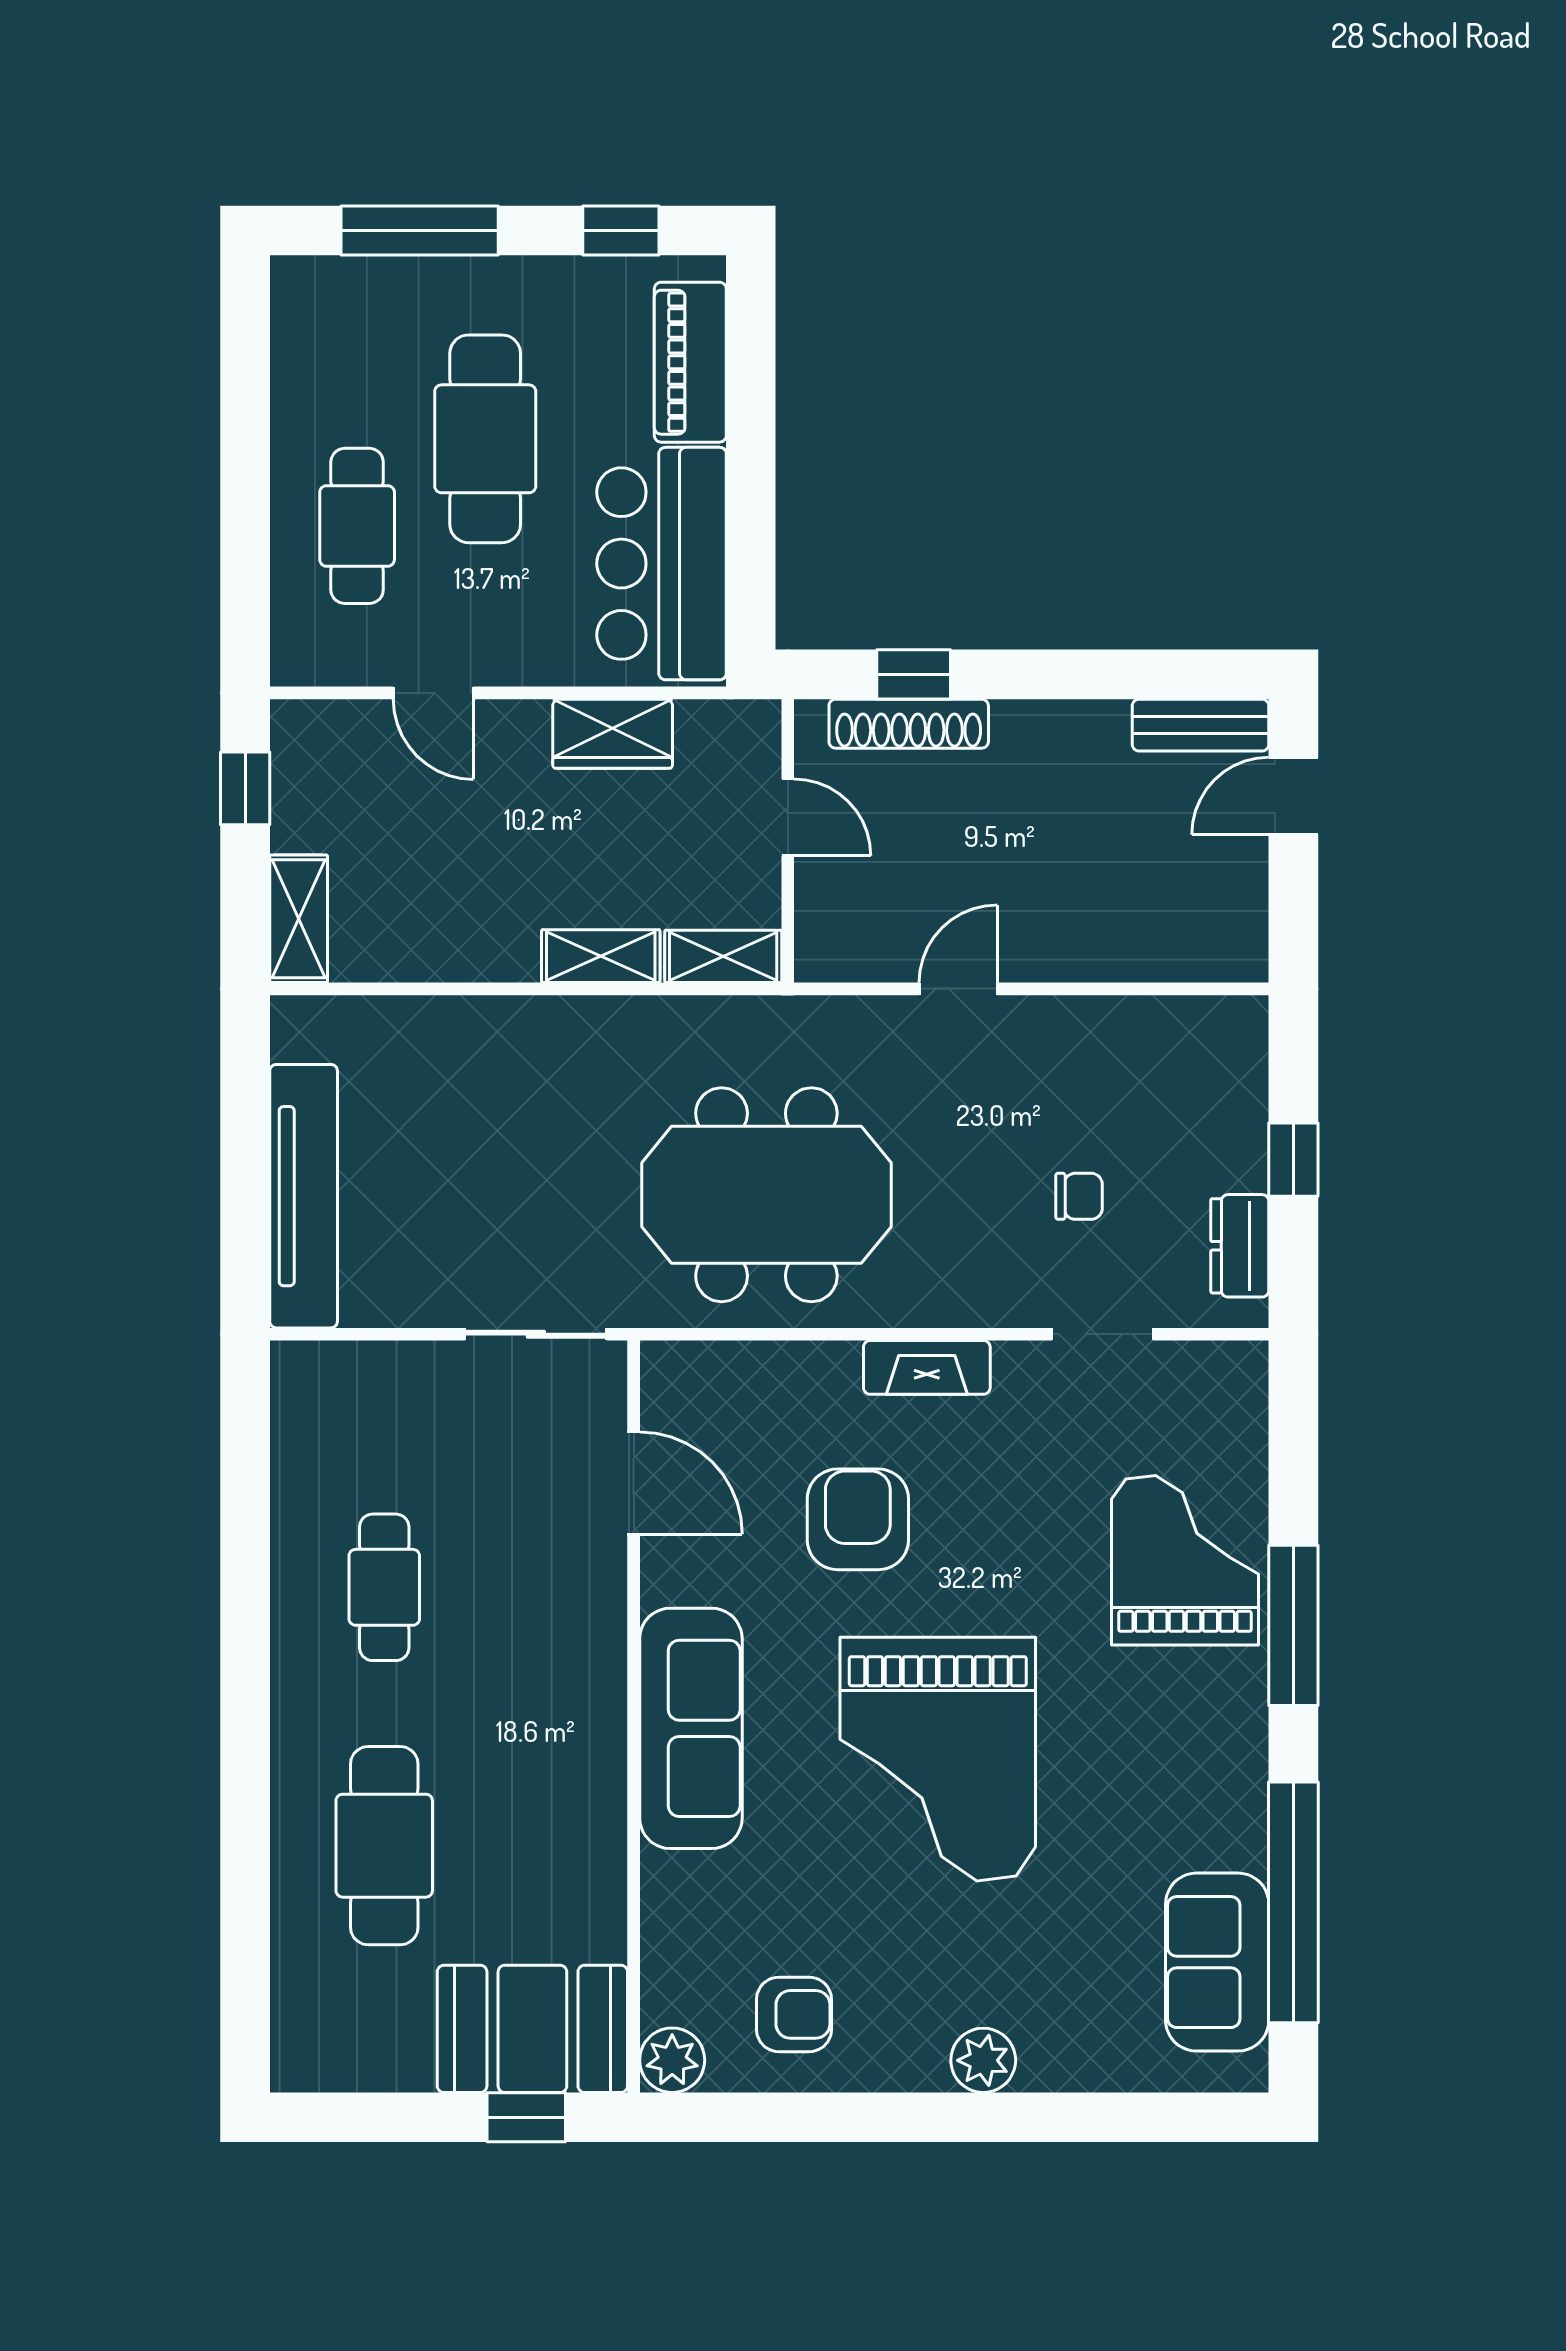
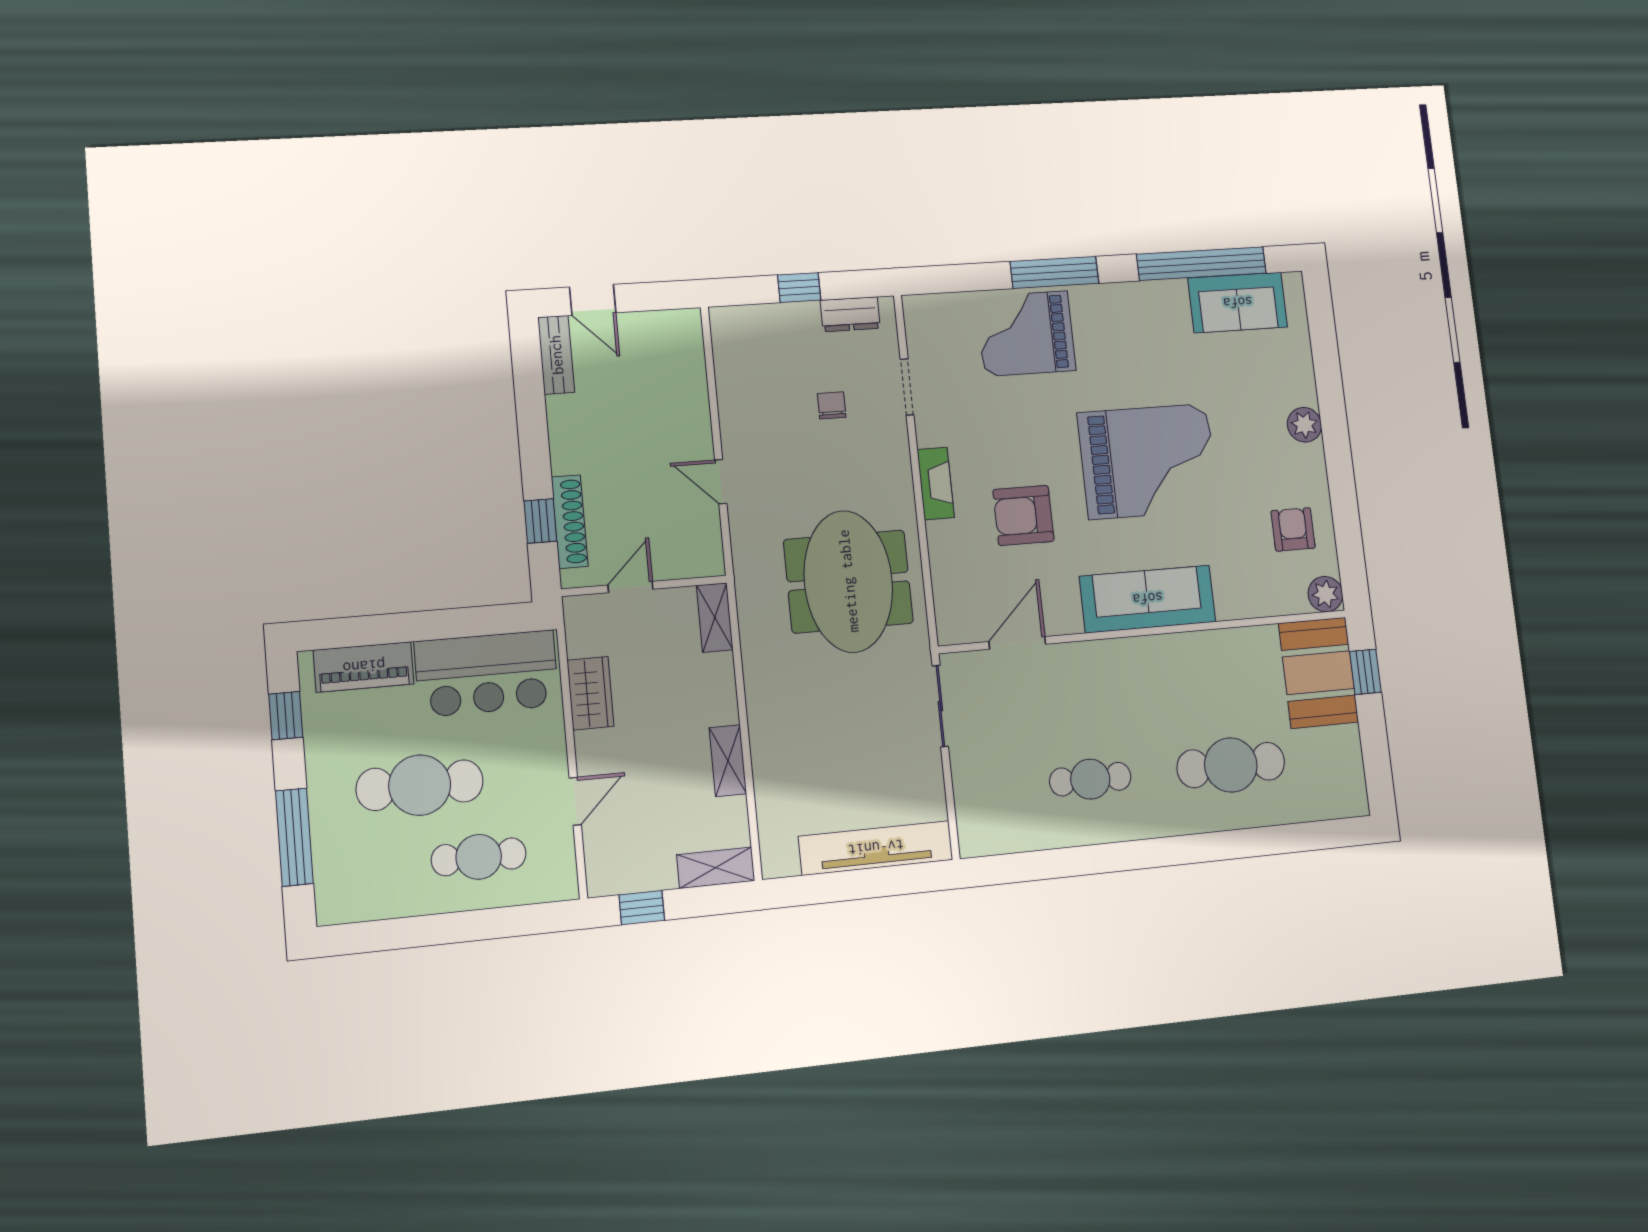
shelving: (601, 956) -> (728, 761), moved

